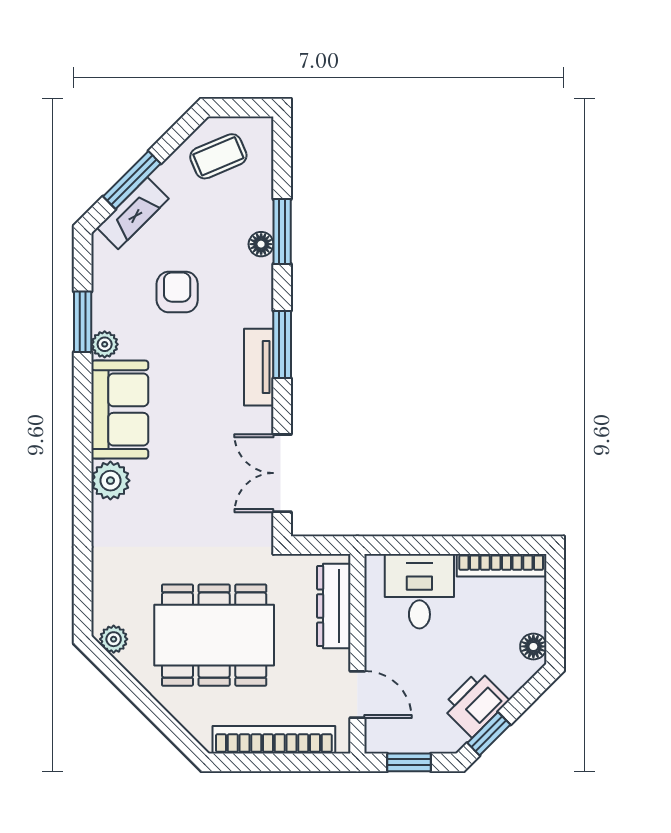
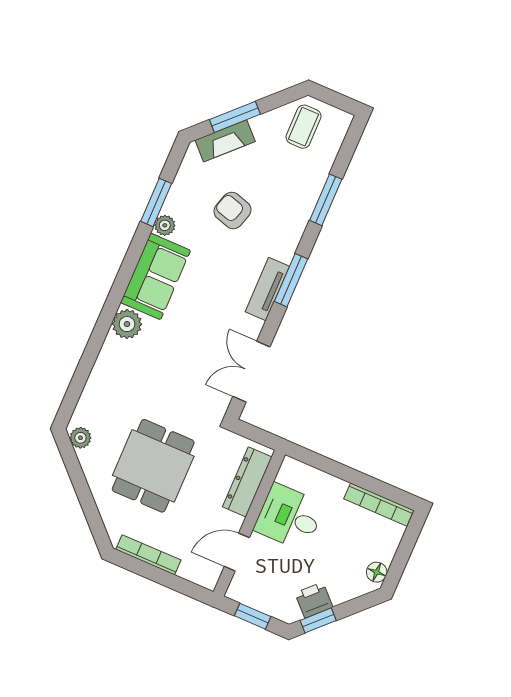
coffee table: (218, 156) -> (304, 127), turned -67
floor lamp: (261, 244) -> (307, 202), removed
armchair: (177, 292) -> (232, 210), turned -73
desk: (419, 591) -> (289, 517), moved, turned -90
dining table: (214, 635) -> (153, 466), width x0.73
door: (357, 694) -> (237, 552), swing flipped
printer: (475, 704) -> (314, 600), width x0.73, depth x0.81
bookcase: (274, 740) -> (148, 555), width x0.68, depth x0.76

